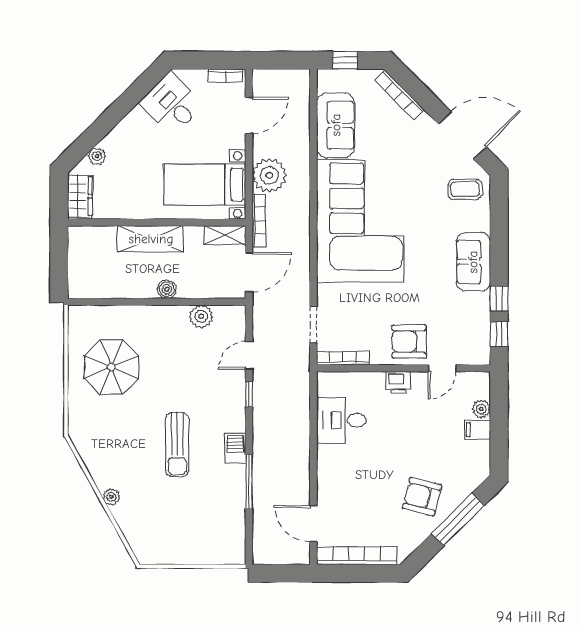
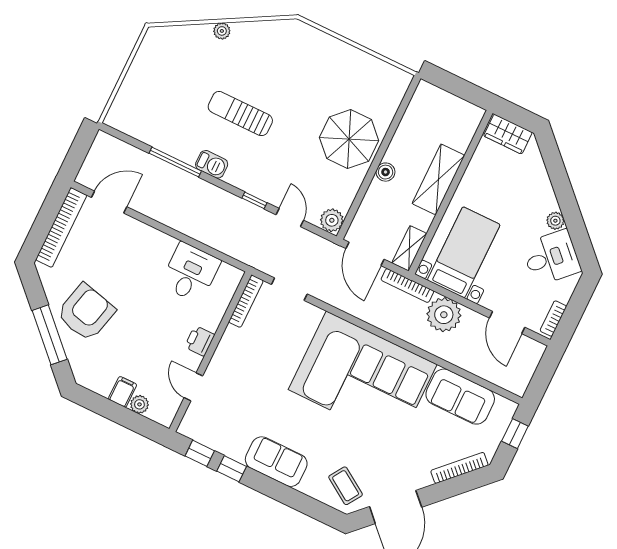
plant: (97, 156) -> (555, 221), moved
coffee table: (465, 189) -> (346, 486), turned -57
plant: (201, 316) -> (332, 220), moved
armchair: (409, 342) -> (232, 368), removed
parasol: (111, 367) -> (349, 139), moved
armchair: (422, 497) -> (86, 312), width x1.36, depth x1.36

